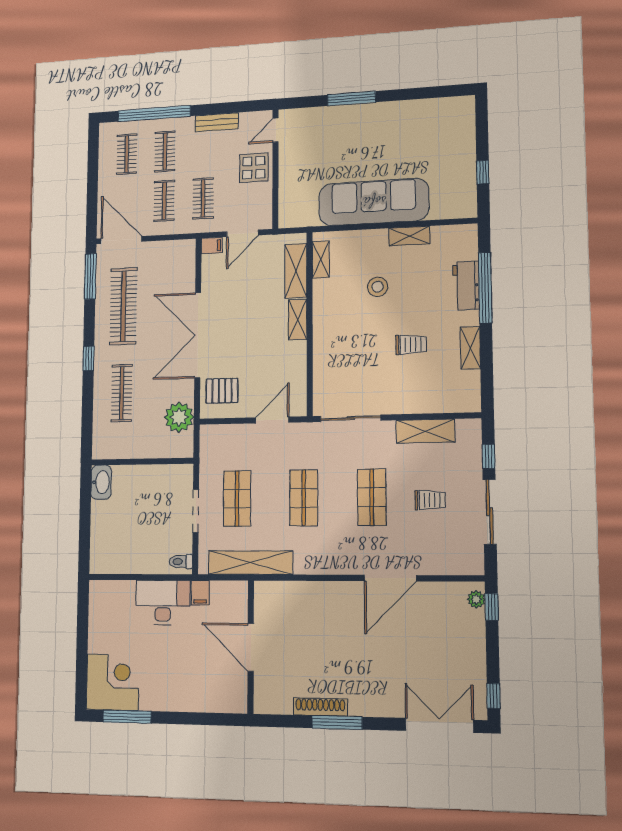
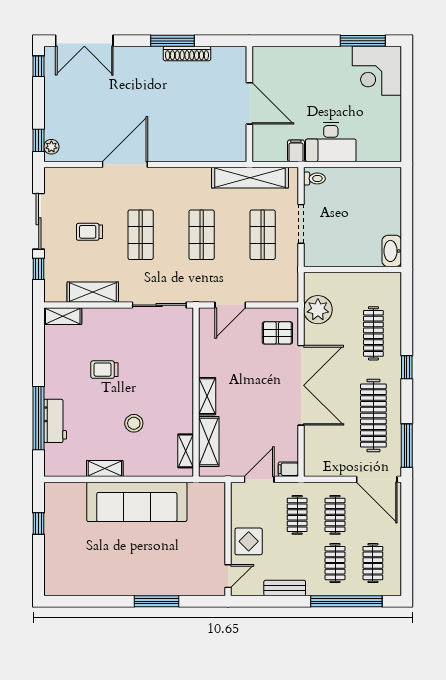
shelving: (470, 348) -> (63, 316), moved, turned 90

